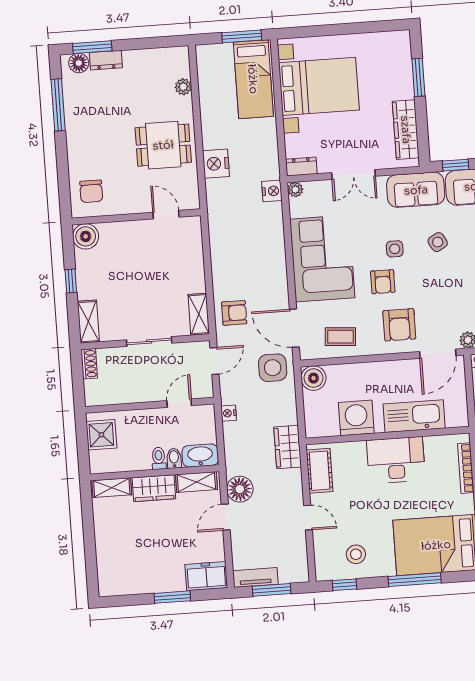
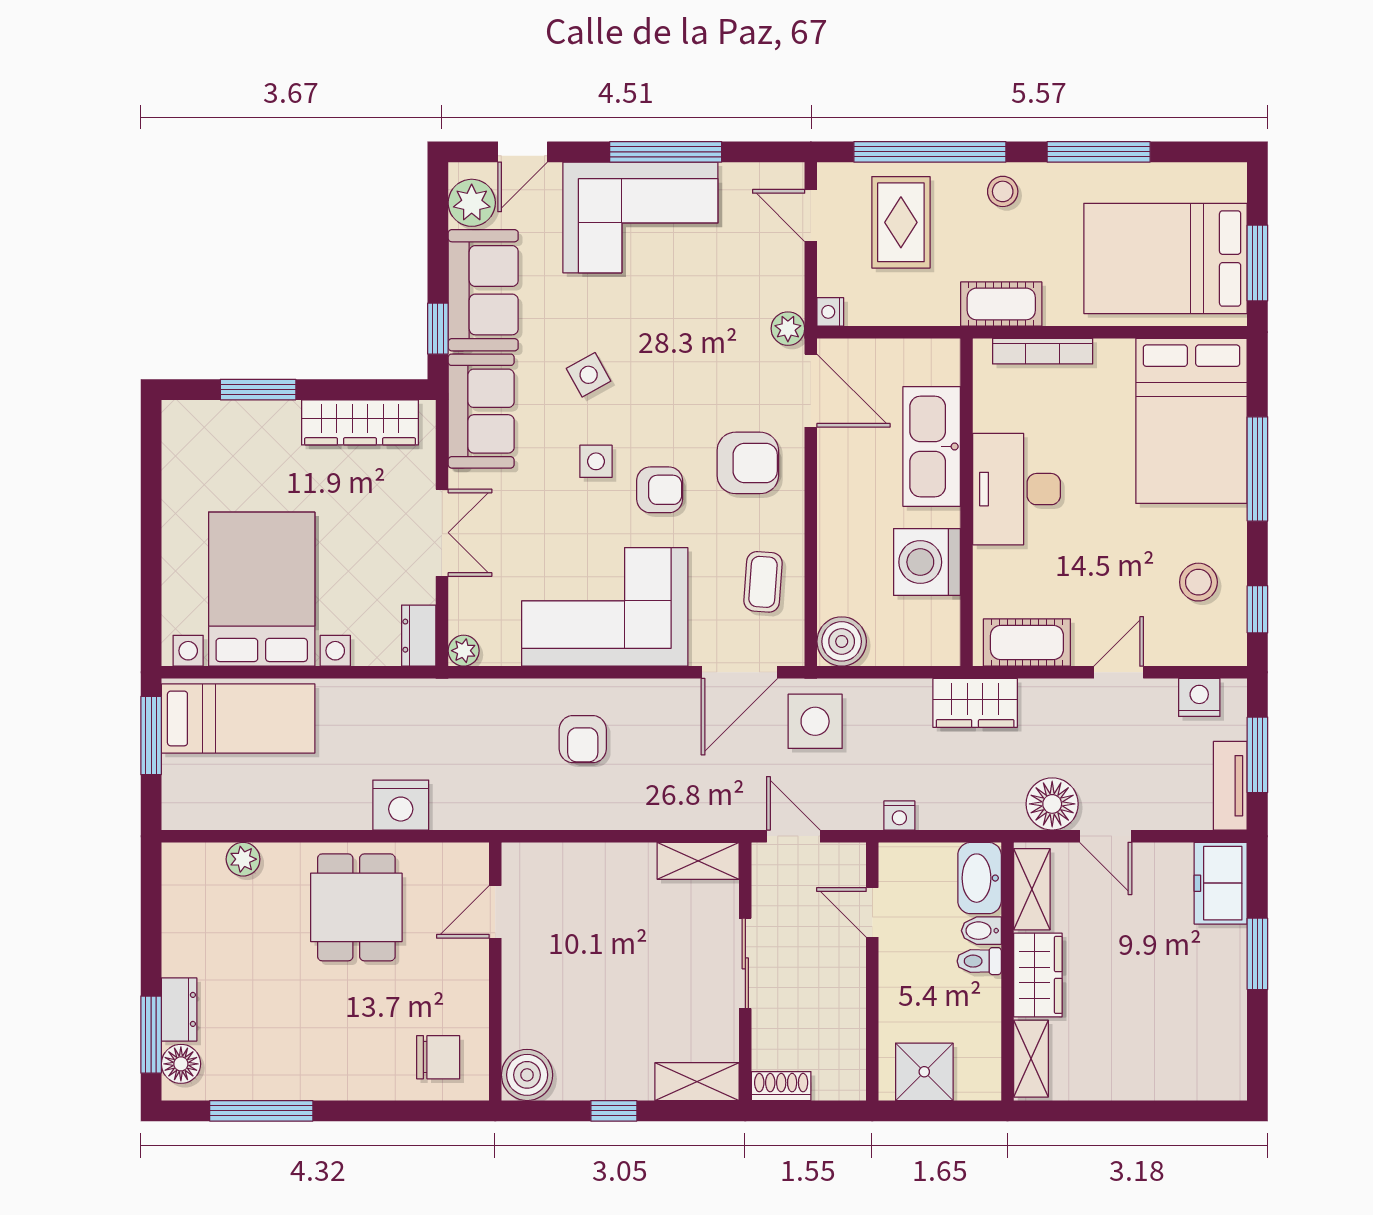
nightstand: (272, 191) -> (1199, 697), moved
armchair: (234, 313) -> (583, 739), moved, turned 180

